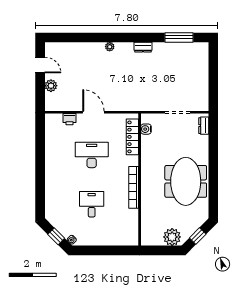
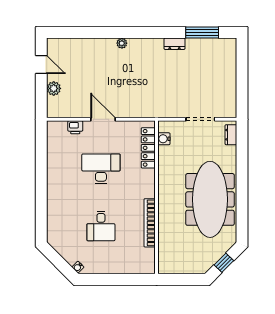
dresser: (143, 47) -> (174, 44), moved
meeting table: (186, 181) -> (210, 199), width x1.36
bookcase: (134, 187) -> (150, 223), moved
desk: (92, 204) -> (101, 226), turned 180
window: (56, 236) -> (60, 263), removed
plant: (172, 237) -> (194, 264), removed

